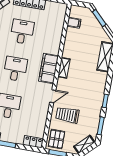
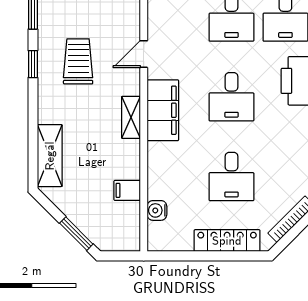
water cooler: (60, 22) -> (157, 210), added
filing cabinet: (74, 23) -> (127, 190), moved
trolley: (67, 115) -> (78, 61), moved, turned -90

